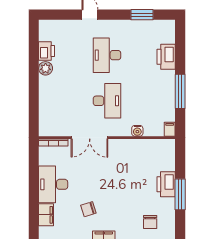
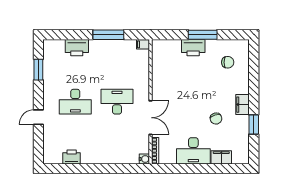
plant: (46, 68) -> (87, 158), removed
water cooler: (137, 131) -> (144, 159), moved

